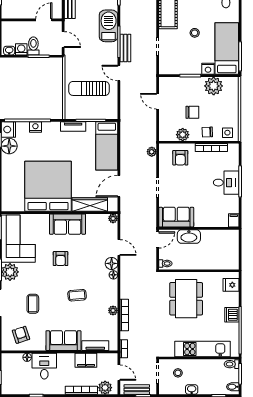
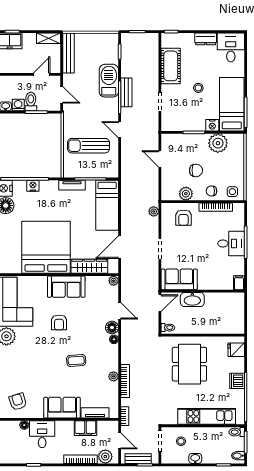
bench: (125, 48) -> (126, 92), moved
coffee table: (33, 304) -> (30, 369), removed

